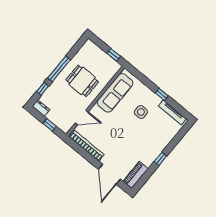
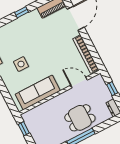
dining table: (82, 81) -> (80, 118), moved, turned 90
window: (43, 89) -> (104, 125), removed

